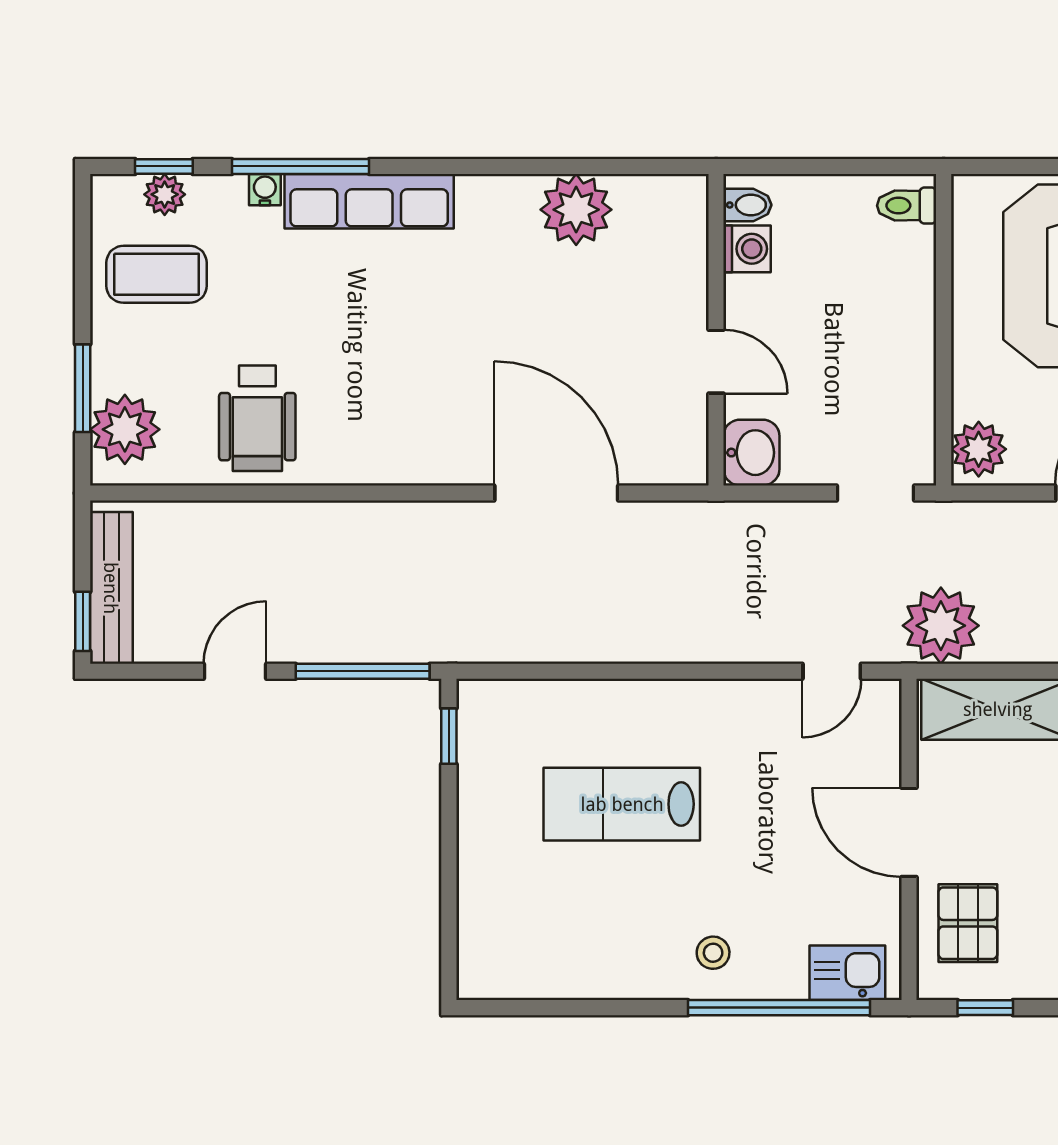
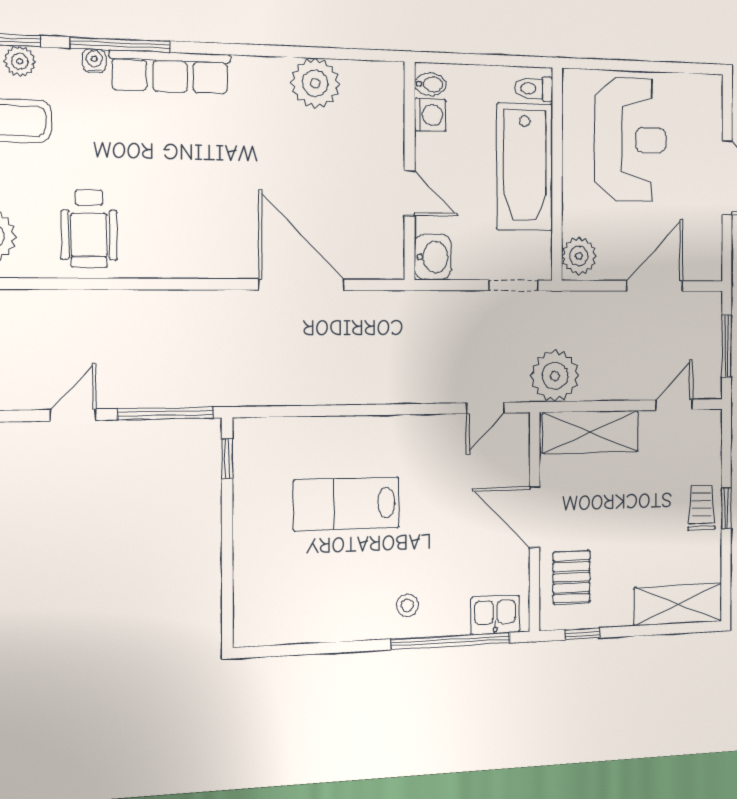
bathtub: (893, 320) -> (525, 167), added

